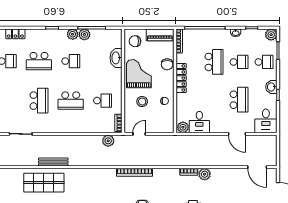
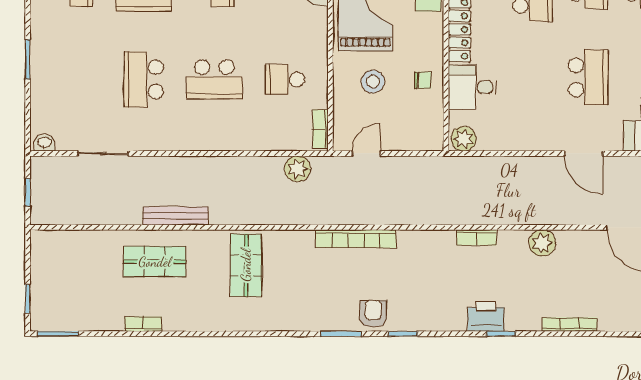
school desk: (39, 101) -> (144, 79), turned 180
school desk: (103, 101) -> (285, 79), turned 180
desk: (199, 122) -> (472, 87), moved, turned 90
plant: (205, 174) -> (542, 243), moved
shop shelf: (44, 183) -> (155, 262), width x0.70, depth x0.74
shop shelf: (85, 184) -> (246, 265), added

